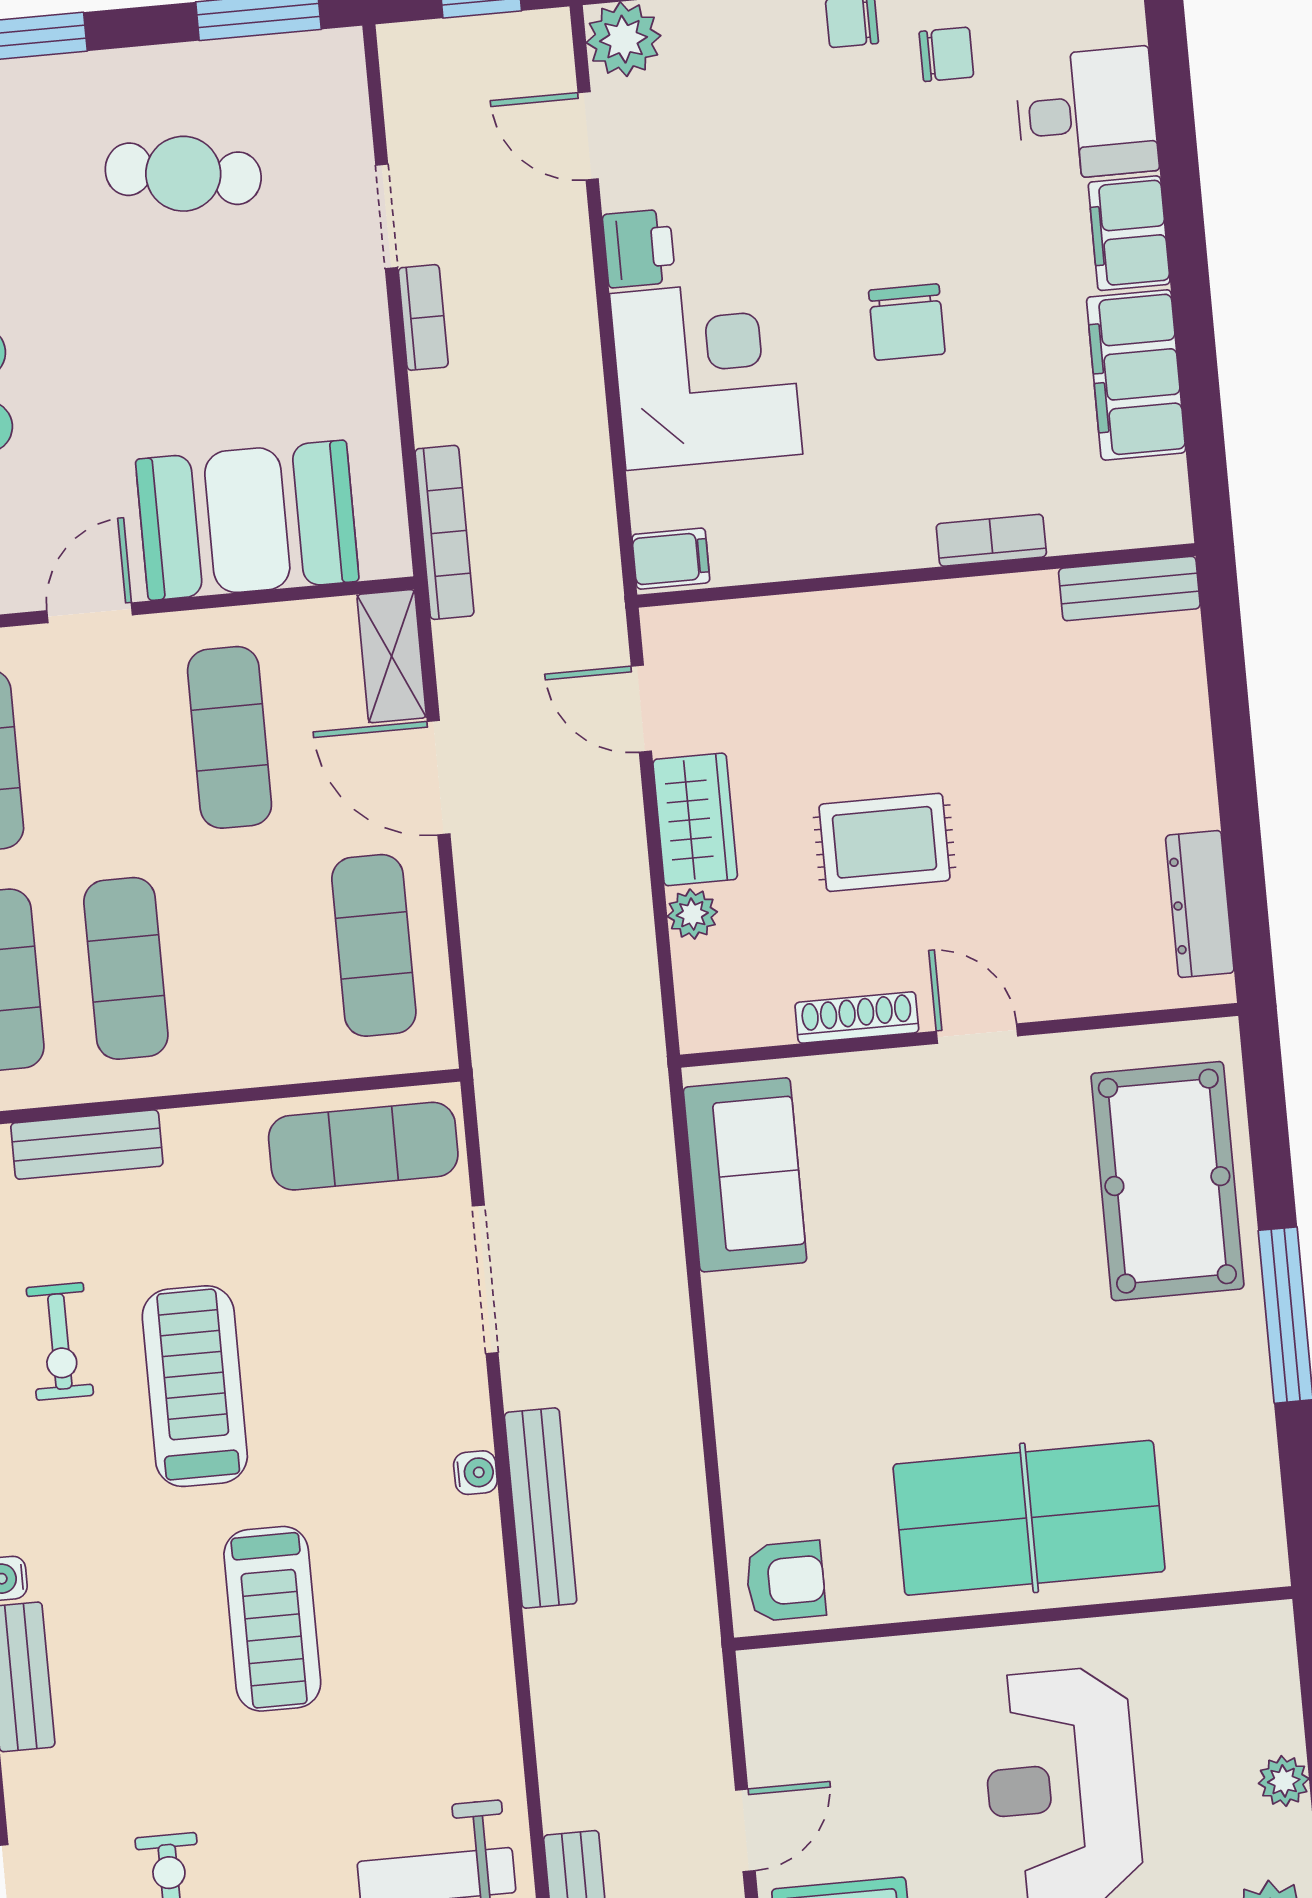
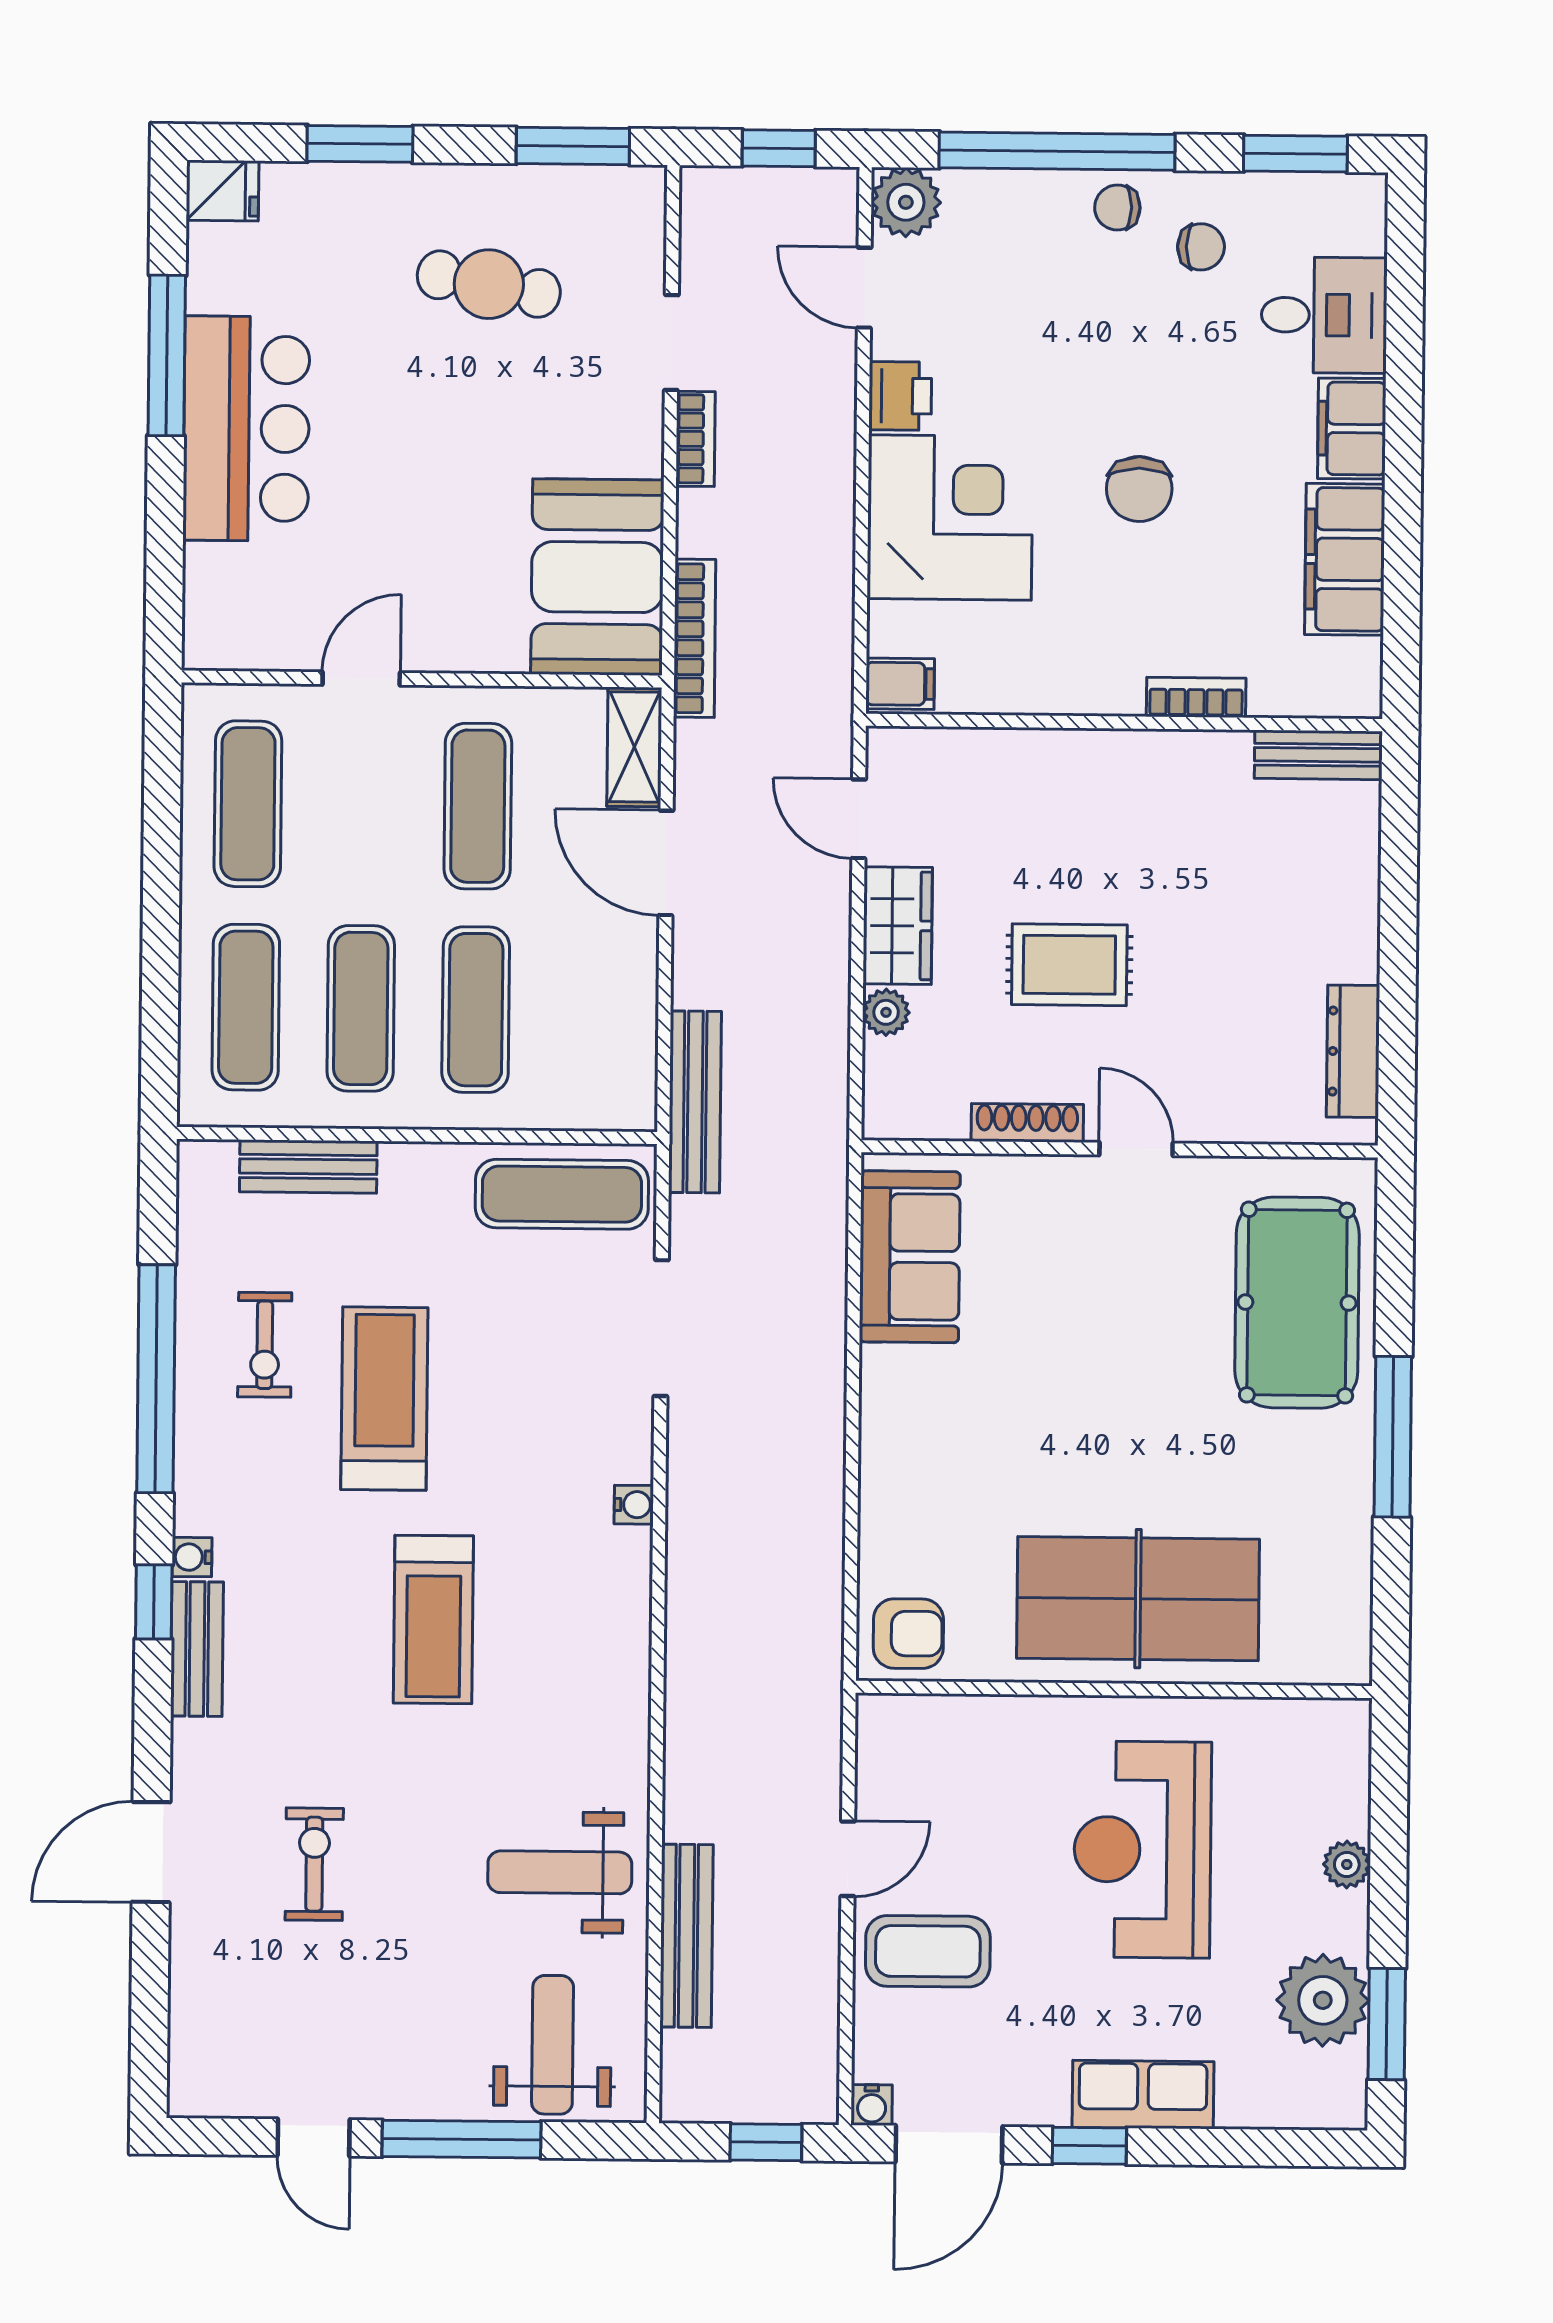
booth: (247, 520) -> (597, 577), moved, turned 90
exercise mat: (374, 945) -> (476, 1010), moved
bench: (541, 1508) -> (695, 1102), moved

